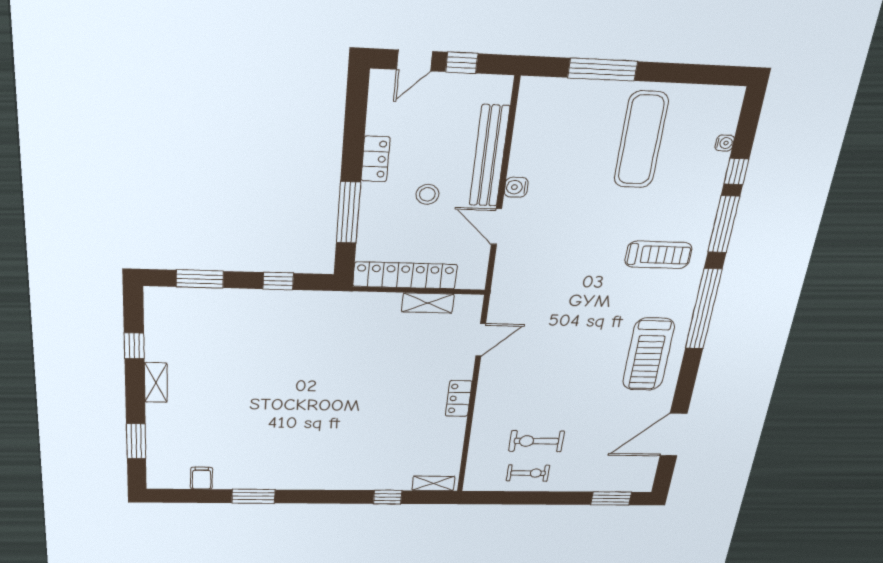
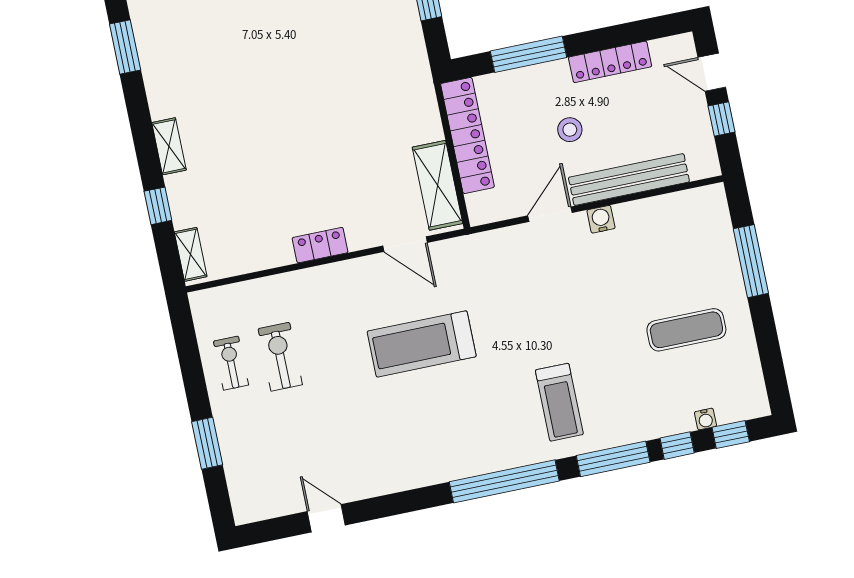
window: (747, 125) -> (731, 434), added
exercise mat: (641, 140) -> (686, 330), width x0.73, depth x0.69
locker: (375, 159) -> (610, 62), width x1.53
shelving: (428, 303) -> (437, 185), width x1.50, depth x1.33
treadmill: (648, 354) -> (422, 344), moved
door: (674, 435) -> (326, 518), width x0.53
exercise bike: (528, 473) -> (231, 363), turned 180
shelving: (343, 482) -> (169, 146), added
window: (611, 498) -> (207, 443), moved

